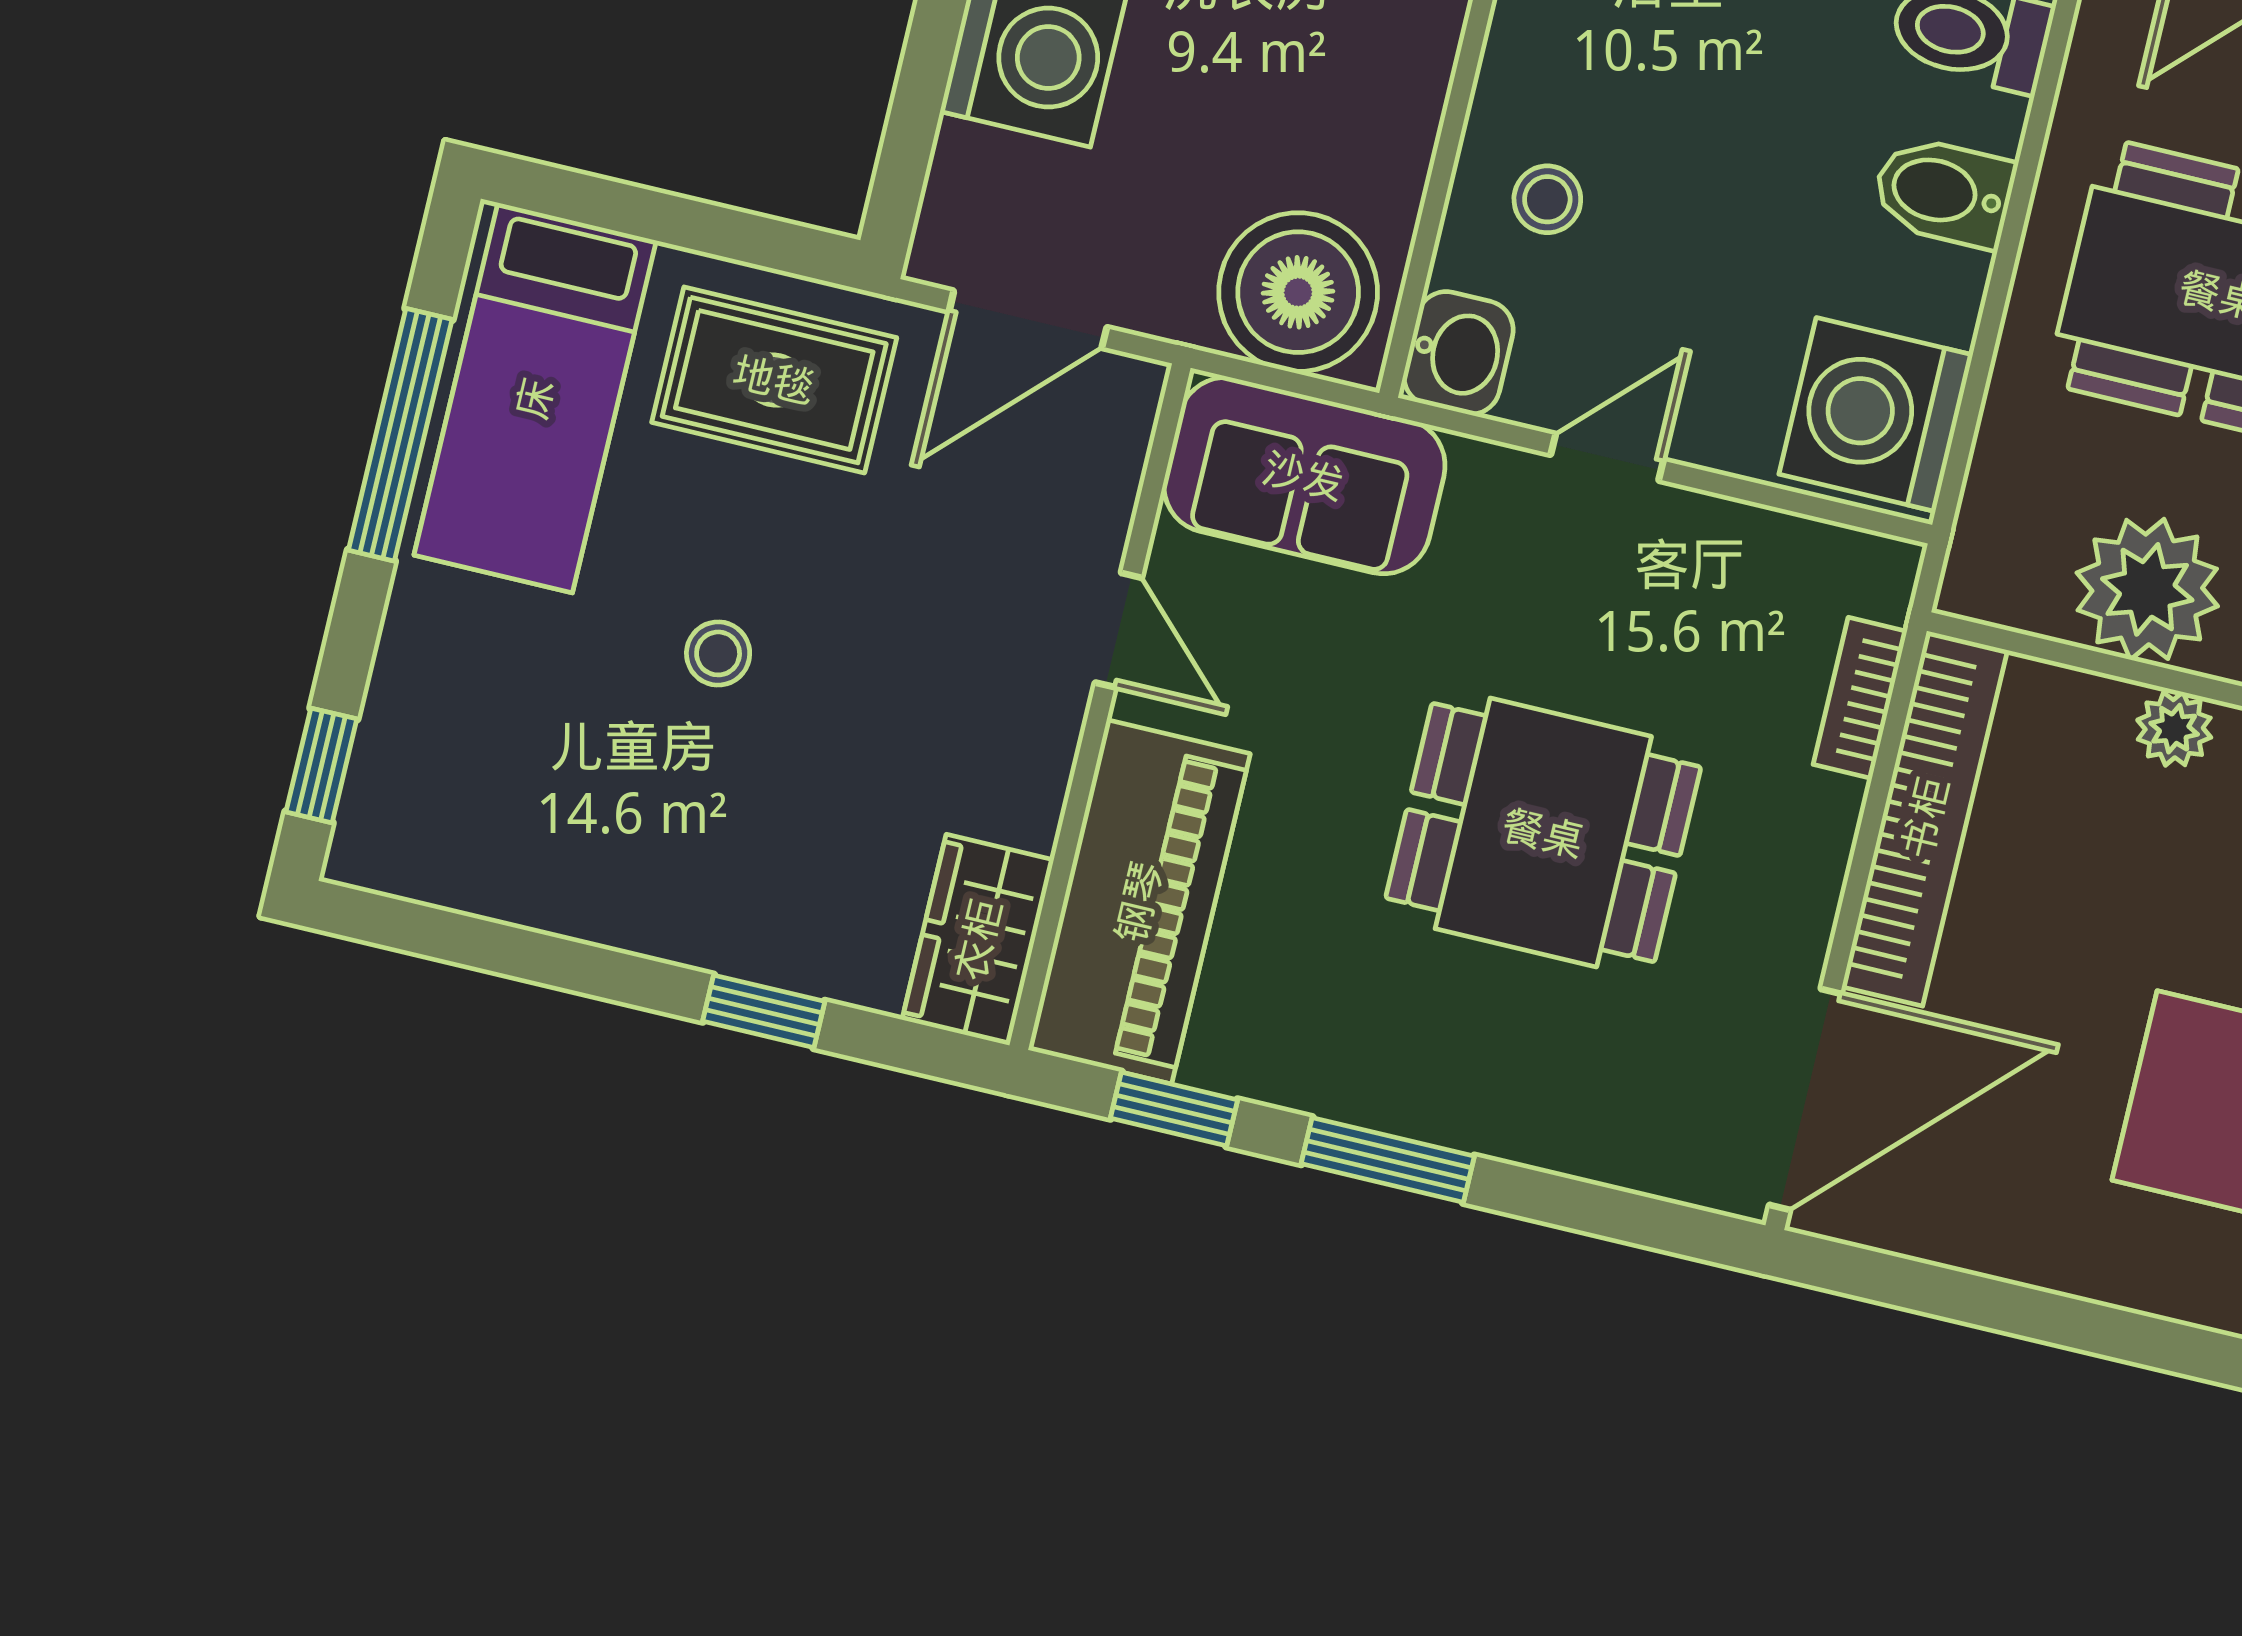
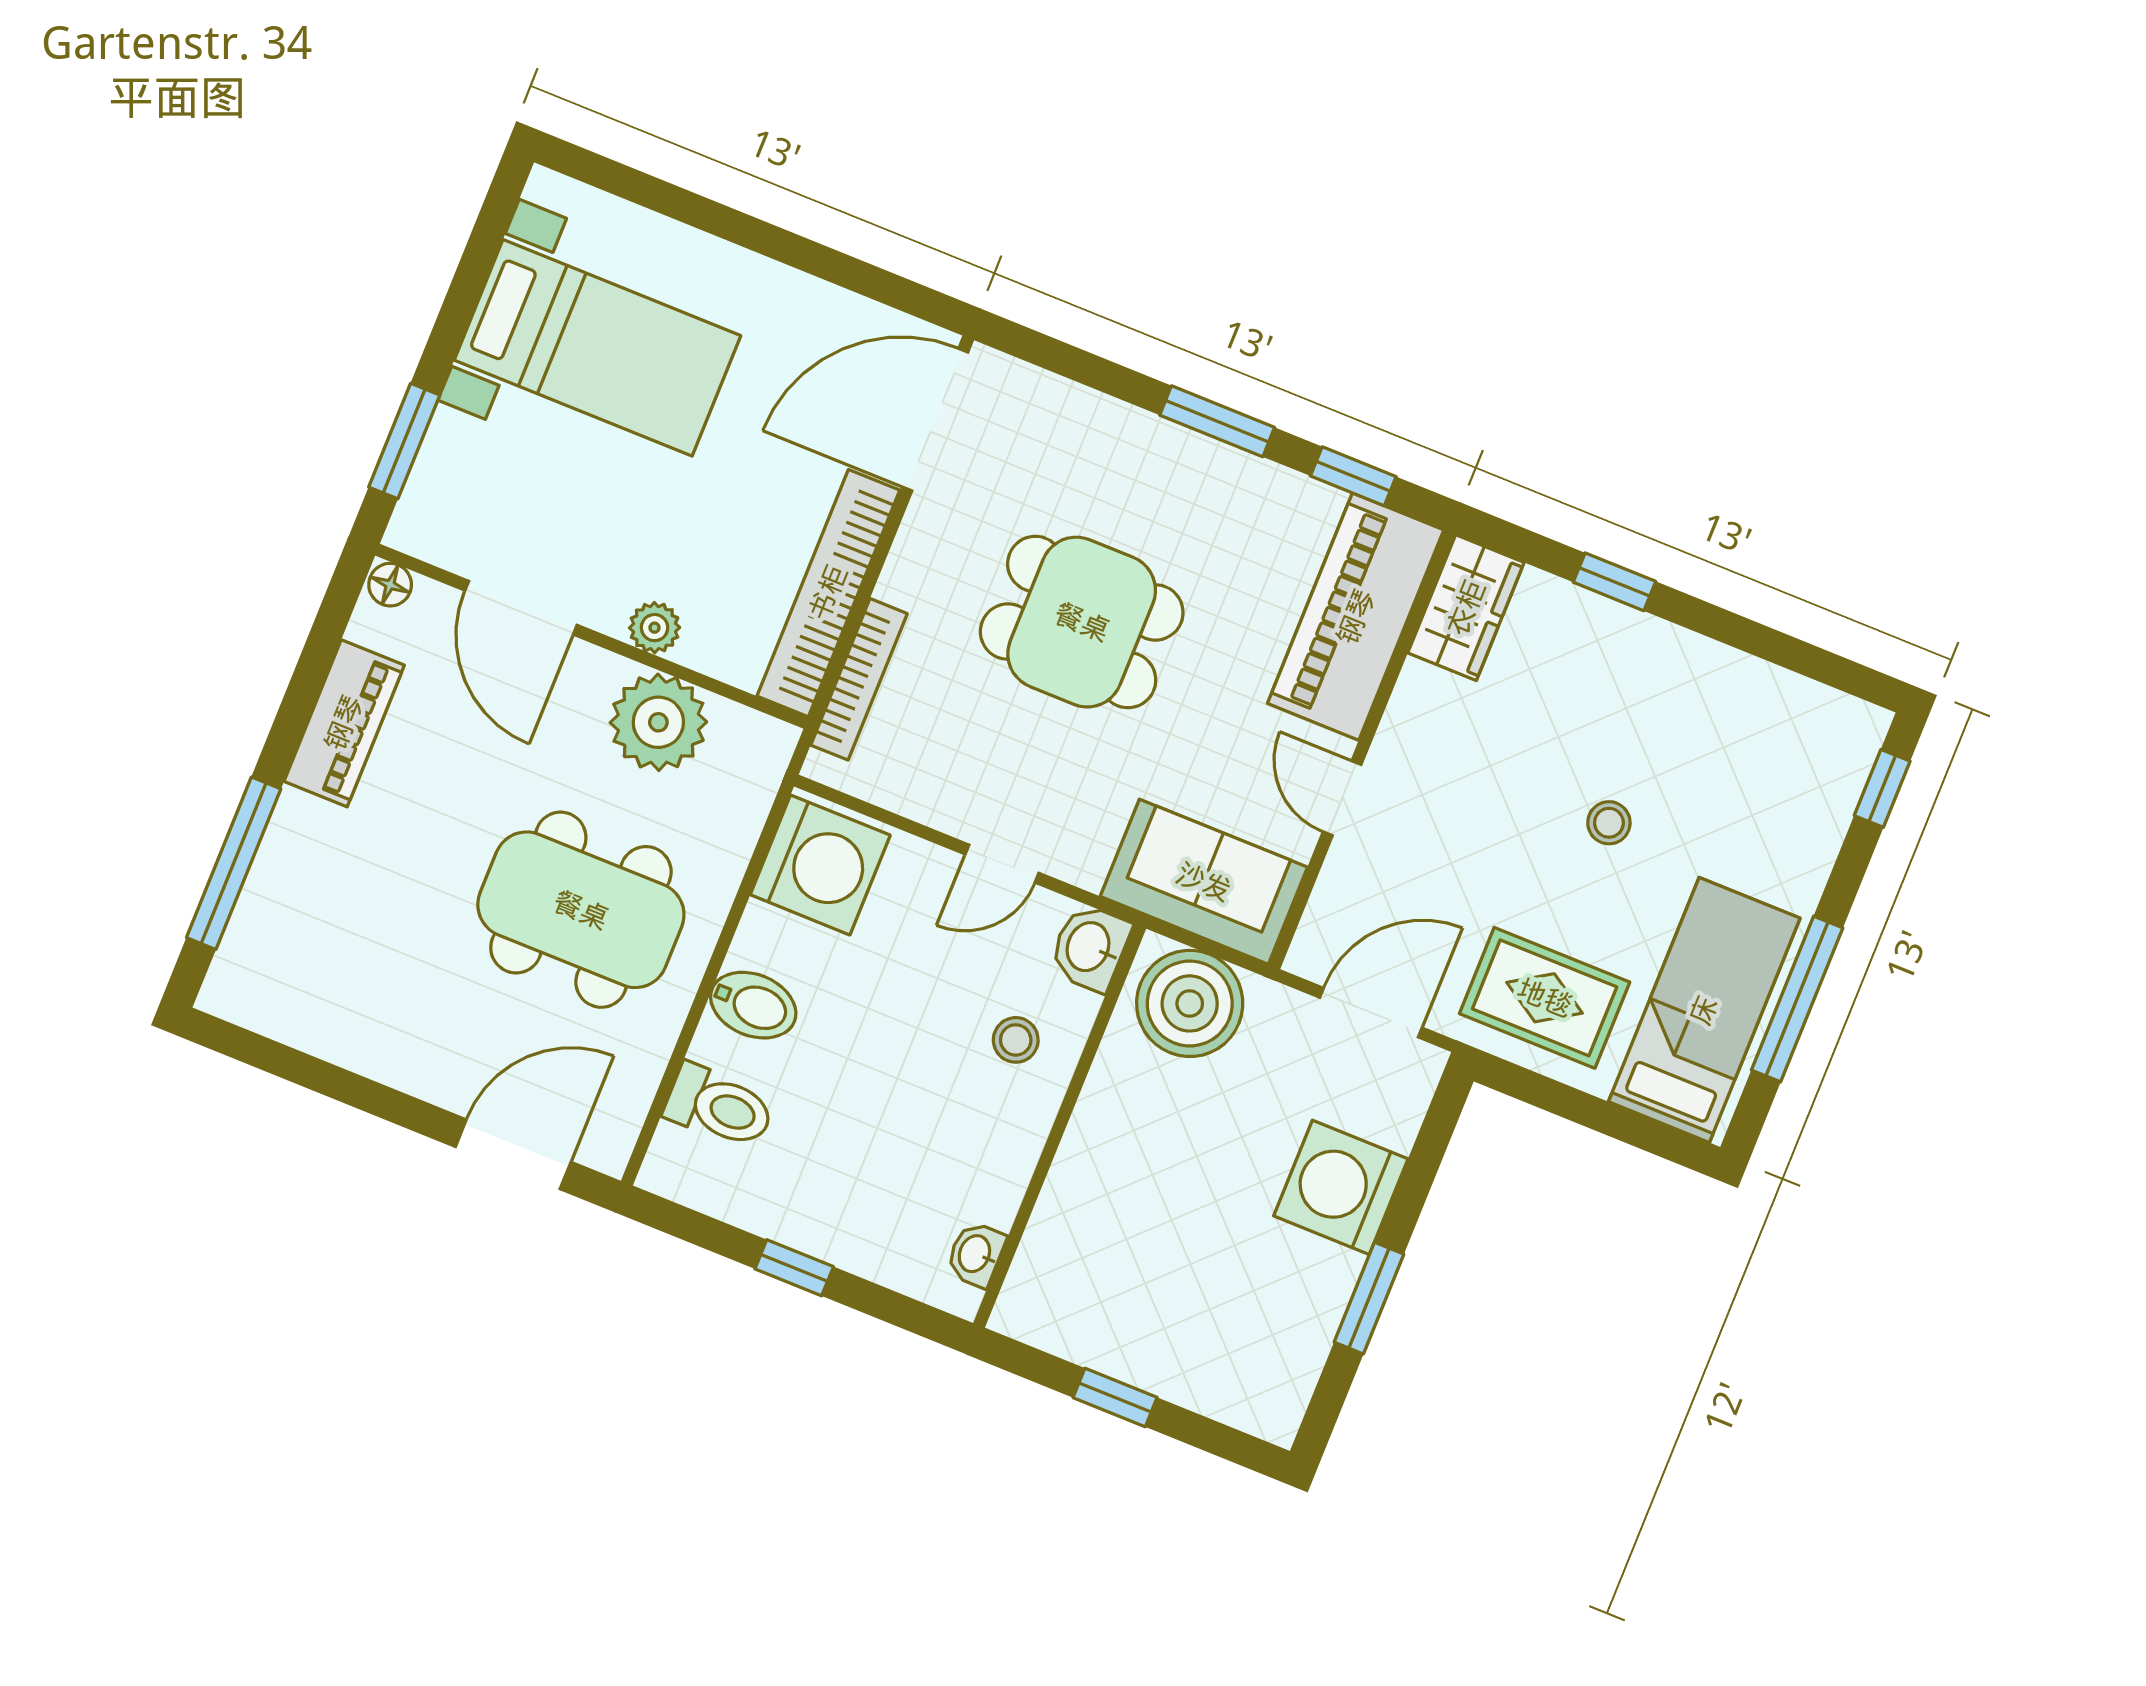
bookcase: (1860, 698) -> (859, 679), width x1.56

